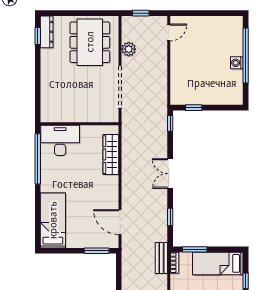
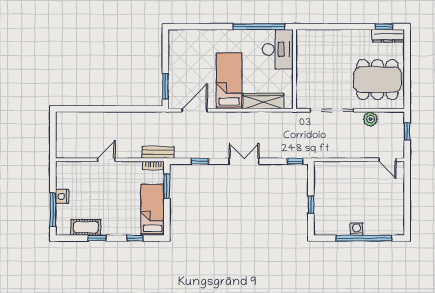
window: (194, 108) -> (311, 205), moved
bed: (53, 220) -> (229, 81), moved, turned -90

